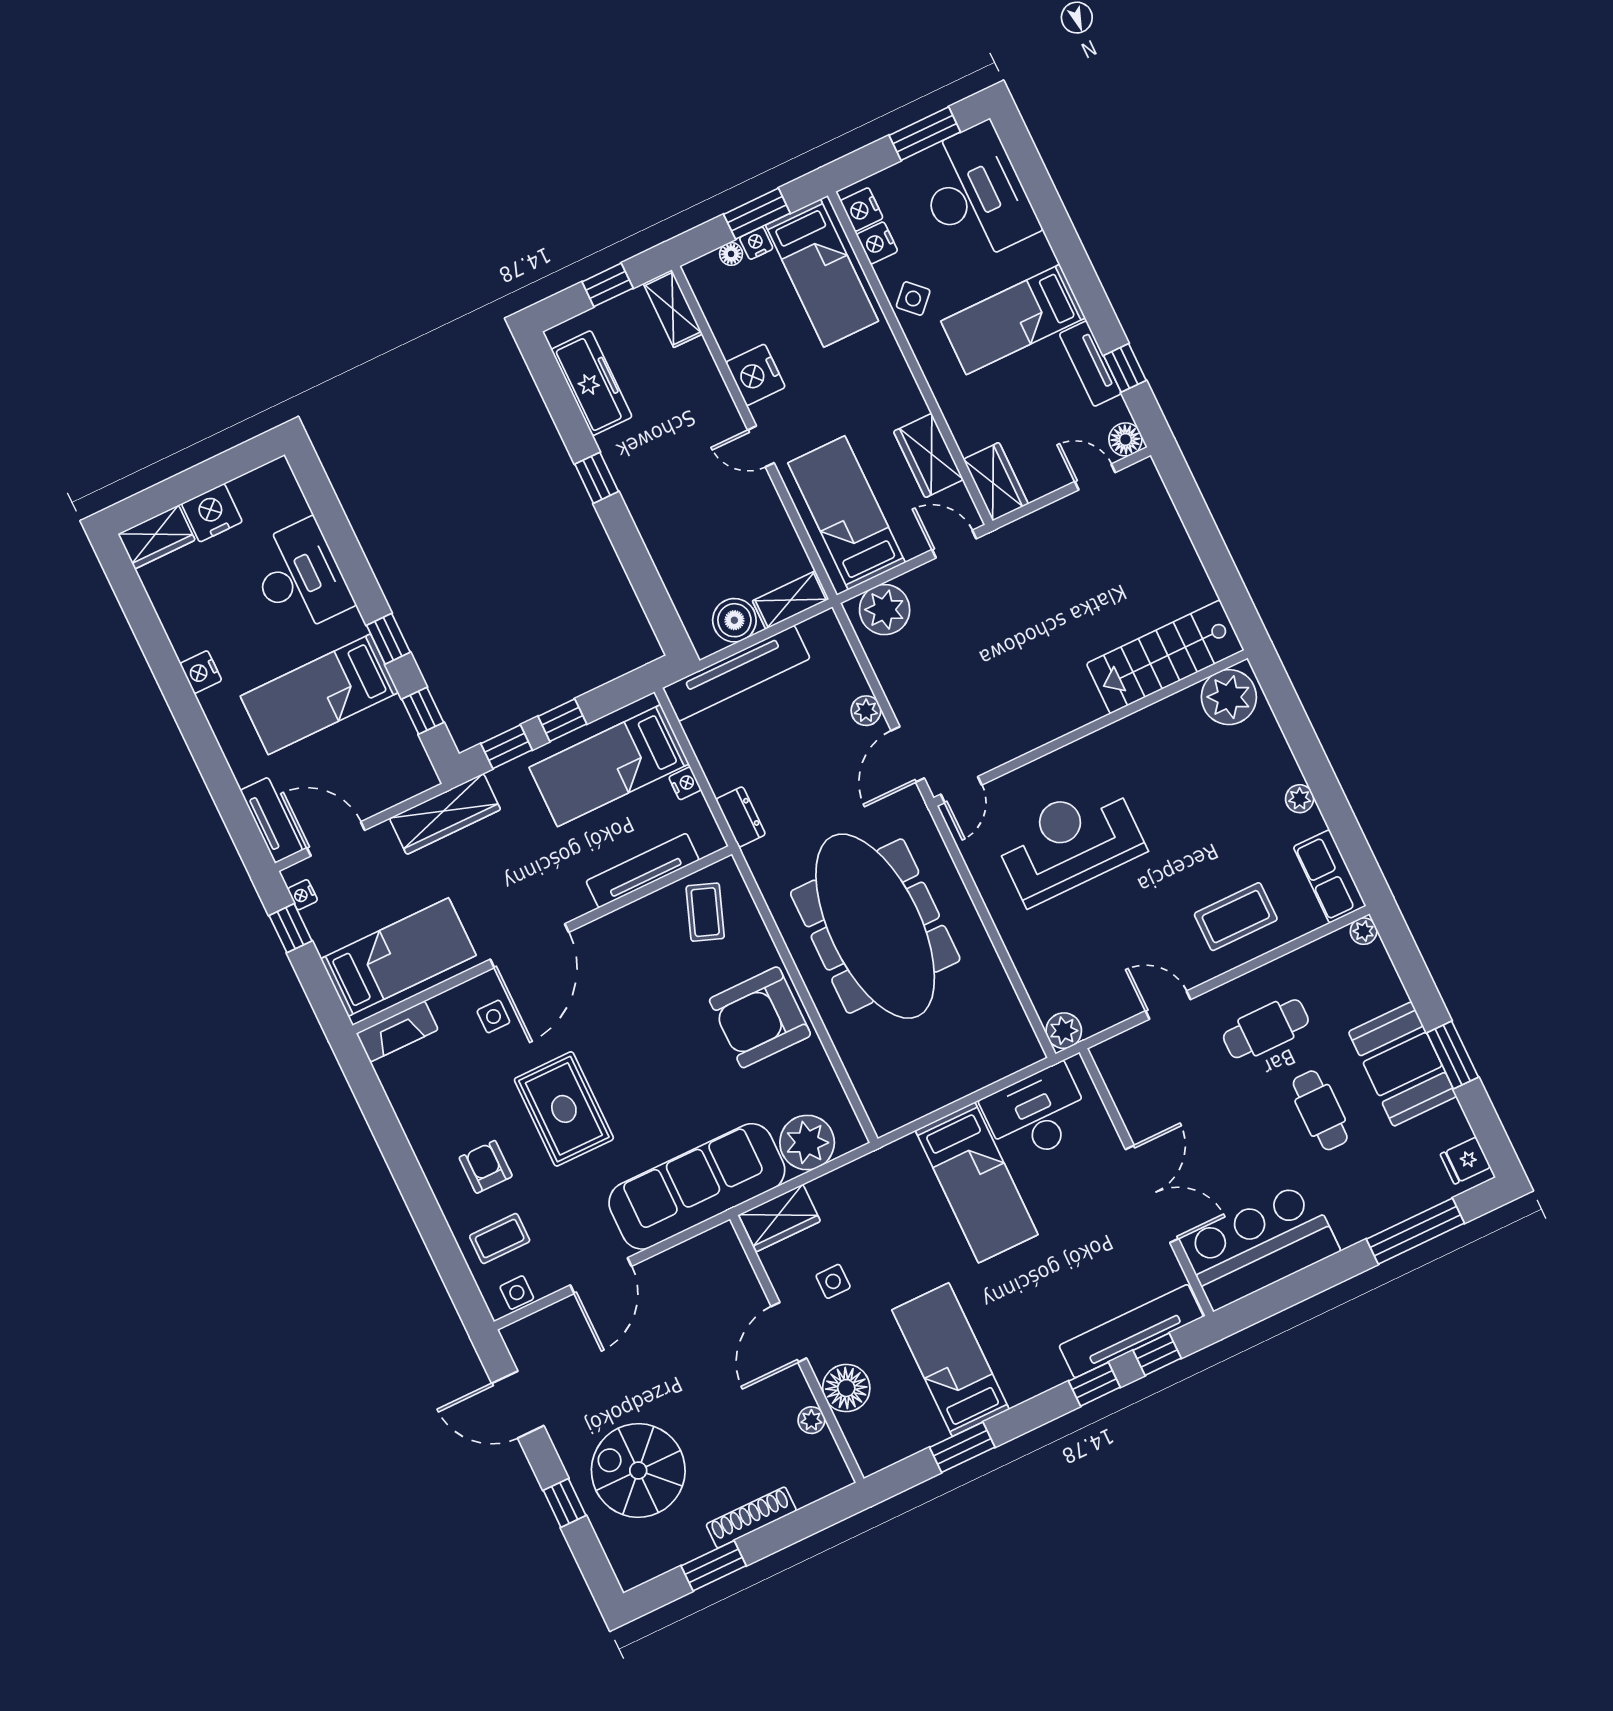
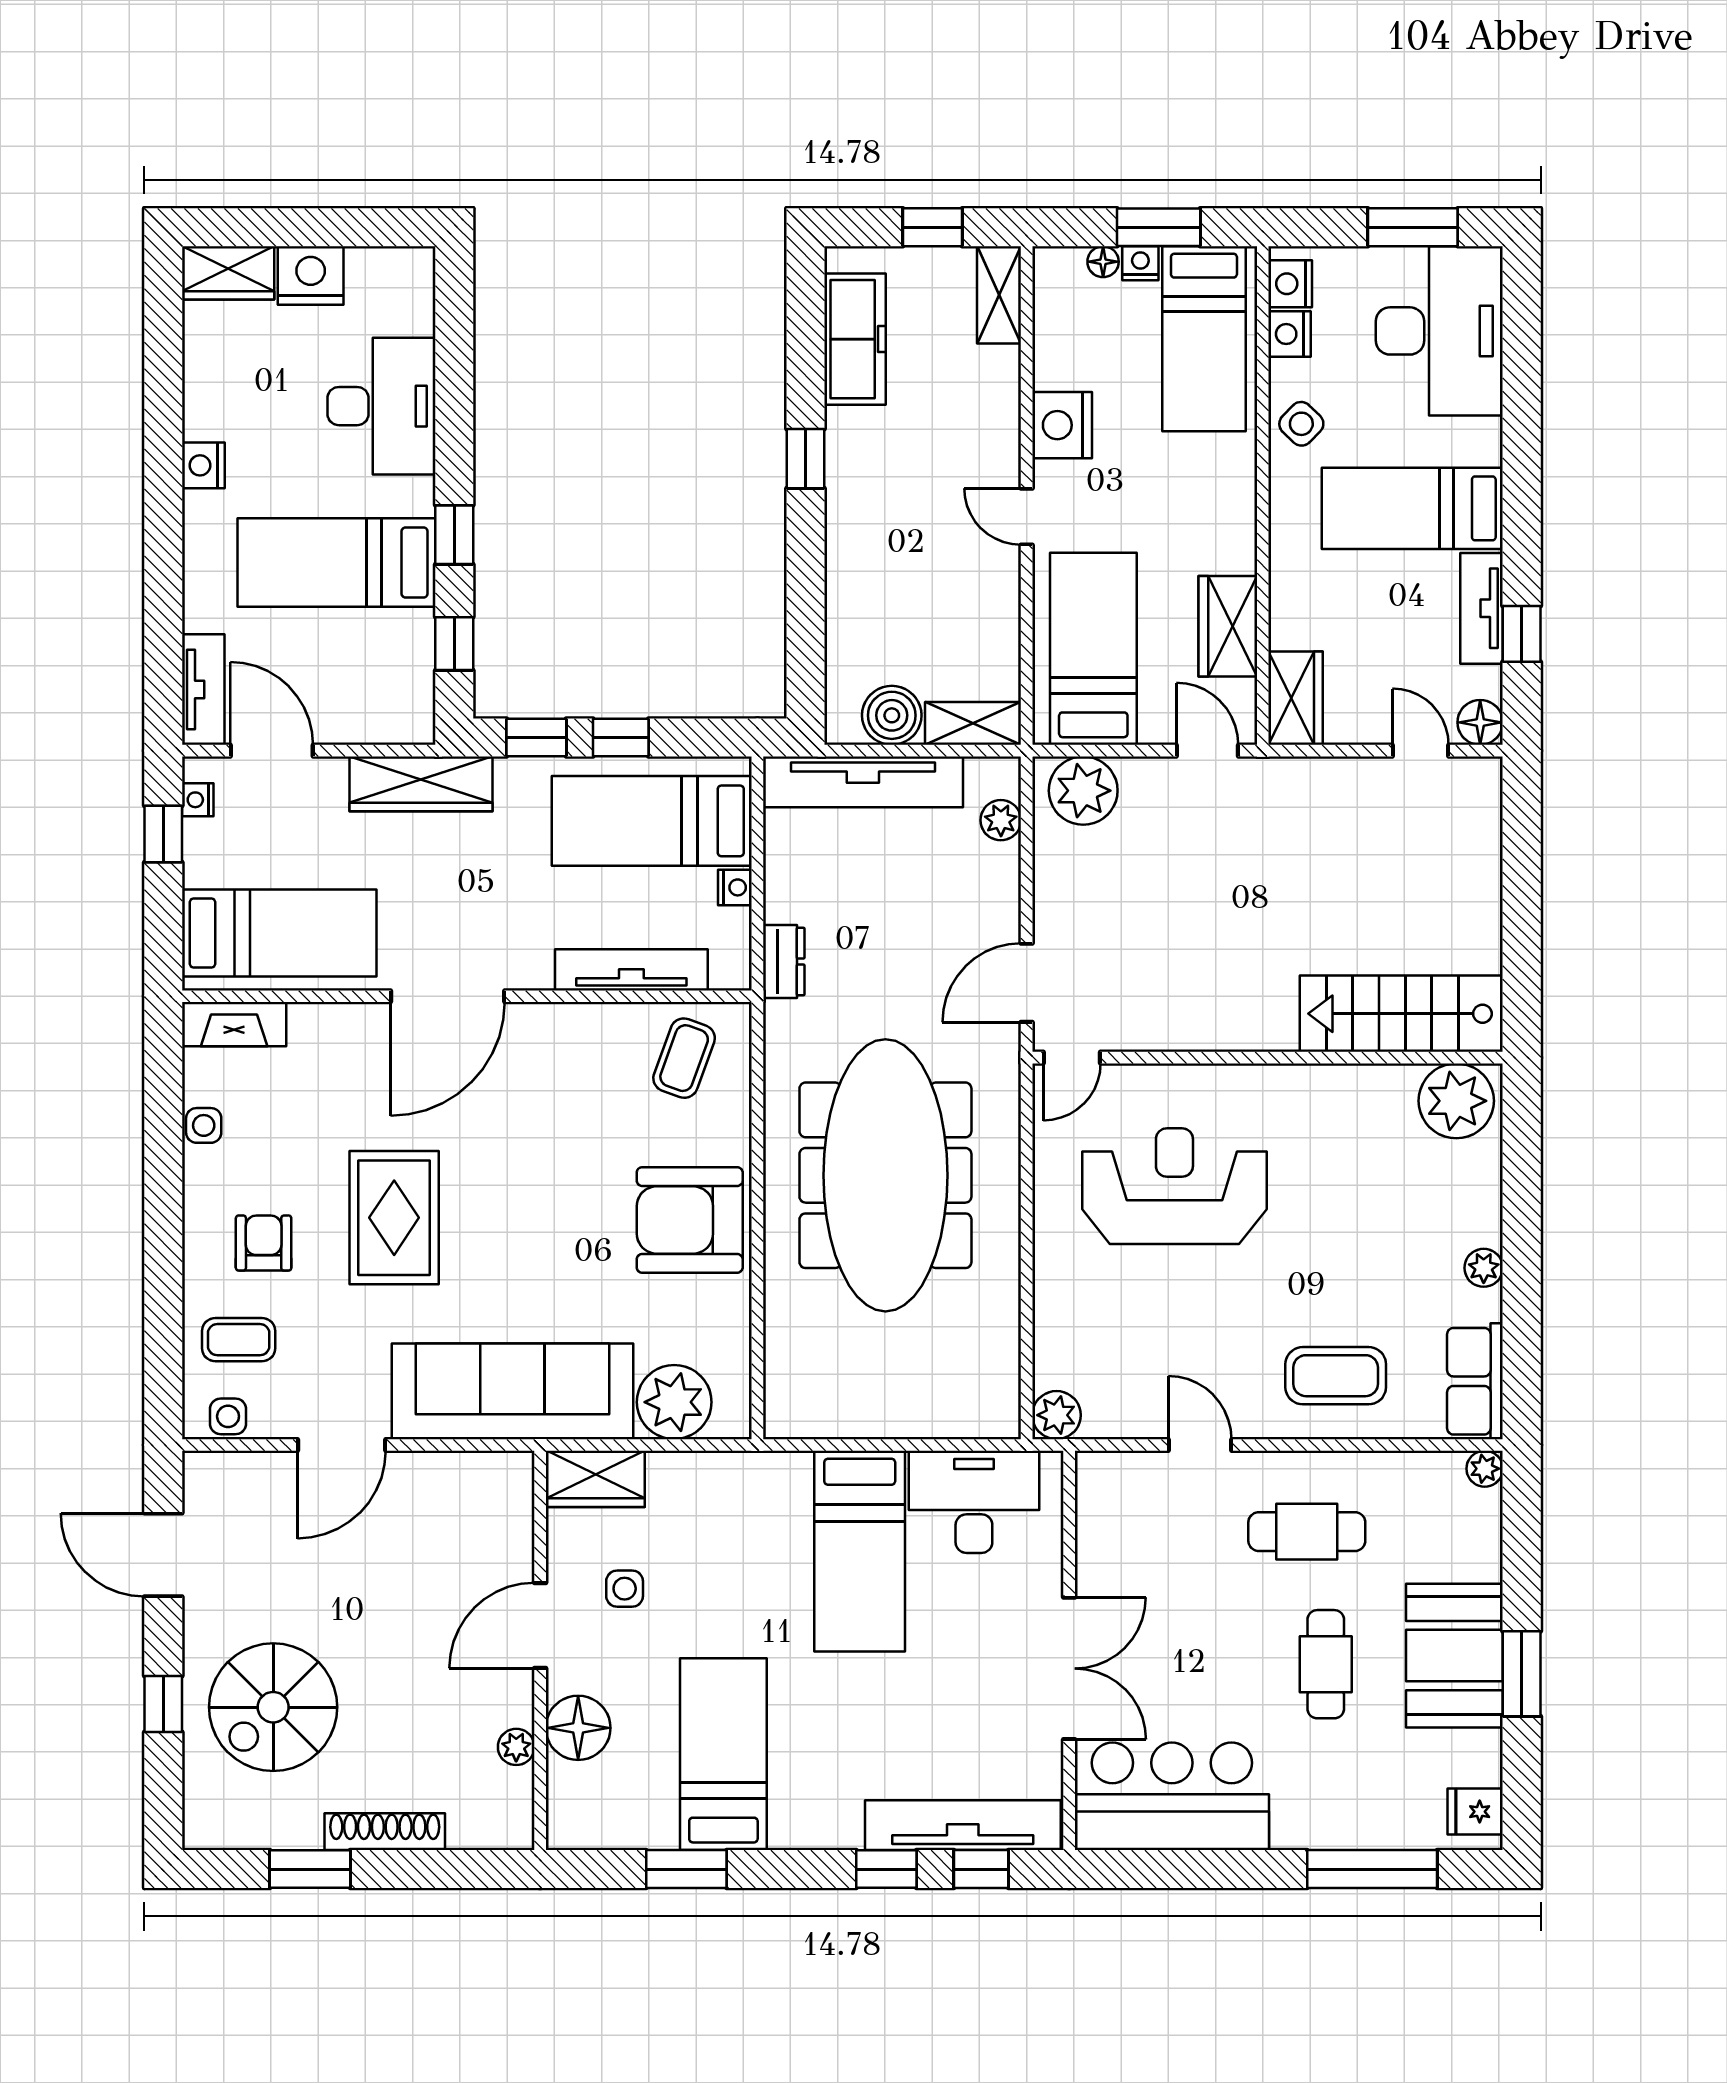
plant: (866, 711) -> (1001, 820), moved
side table: (493, 1017) -> (204, 1125), moved
spiral stairs: (638, 1470) -> (273, 1707), turned -90

